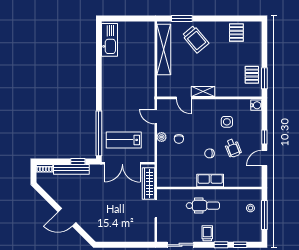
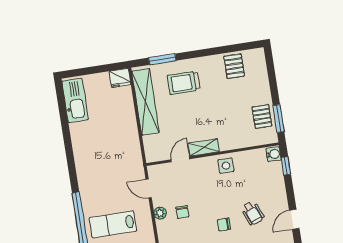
fridge: (147, 28) -> (120, 78), added
trolley: (195, 39) -> (184, 83), turned 130
door: (184, 98) -> (180, 159), swing flipped
side table: (227, 122) -> (226, 166), moved
window: (264, 137) -> (286, 166), moved

